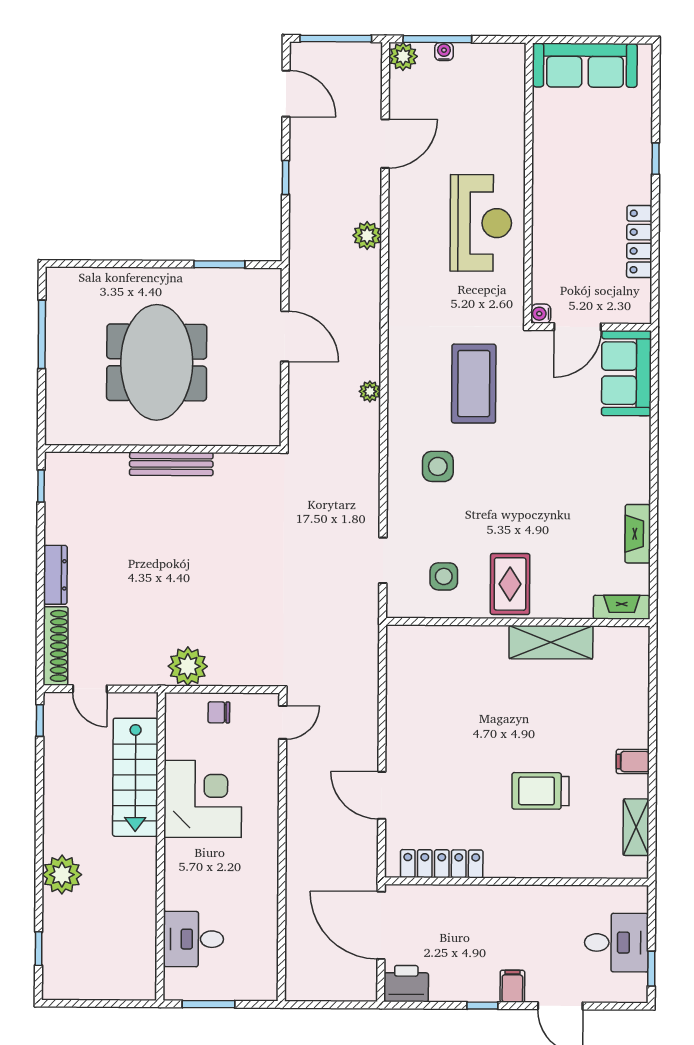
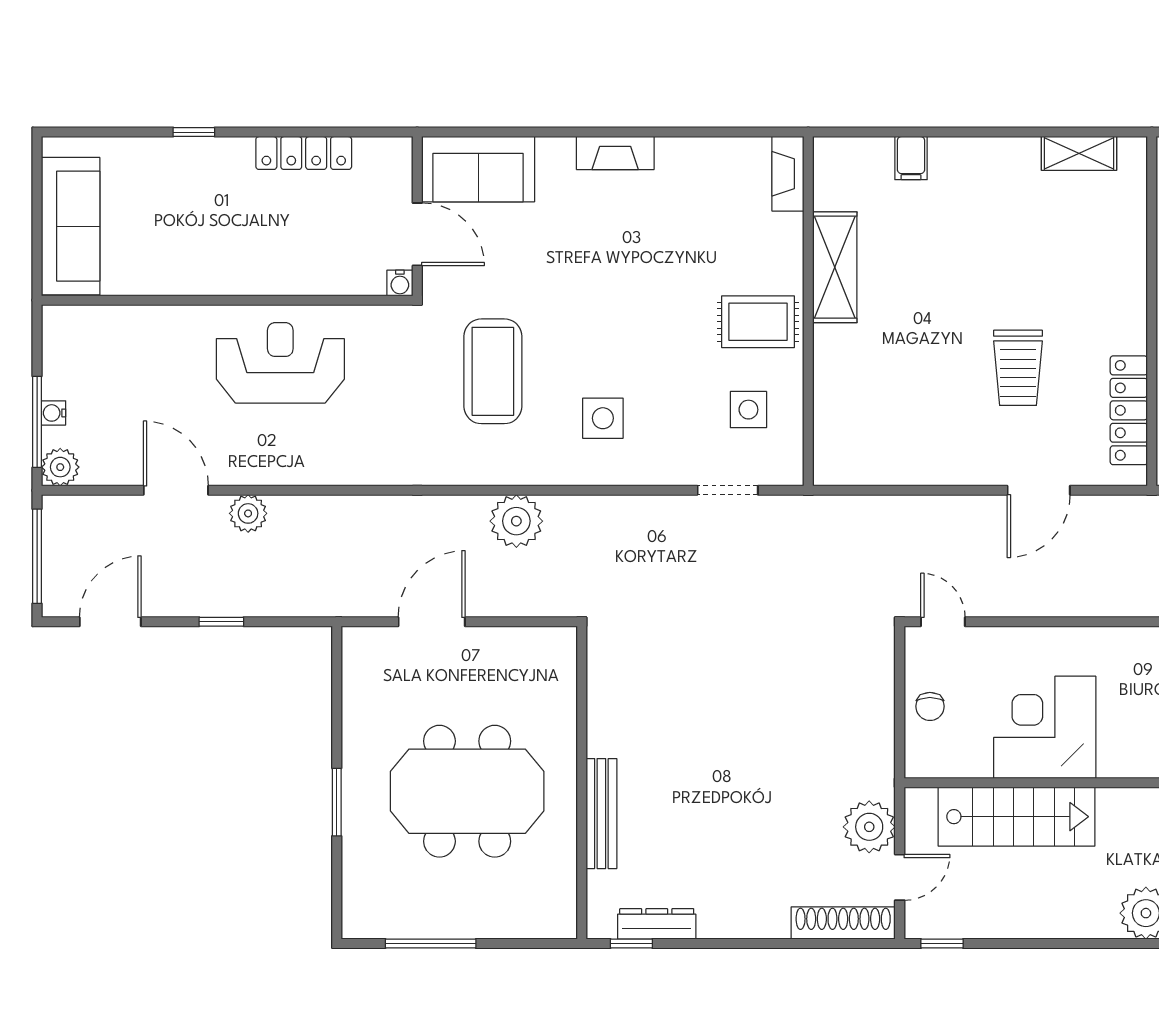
plant: (367, 236) -> (248, 513), moved
window: (219, 264) -> (337, 802), moved
coffee table: (474, 384) -> (493, 371), turned 90
plant: (370, 391) -> (516, 521), width x1.87, depth x1.87
bench: (171, 464) -> (601, 814), moved
fireplace: (638, 534) -> (615, 153), moved
dresser: (55, 575) -> (657, 924), moved
plant: (188, 666) -> (869, 827), moved
filing cabinet: (633, 762) -> (911, 158), moved
trolley: (541, 791) -> (1018, 368), moved

